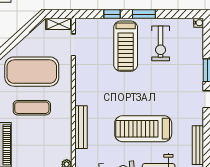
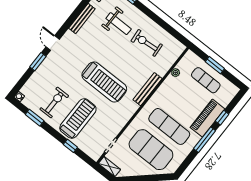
window: (144, 14) -> (35, 118), moved
exercise mat: (32, 108) -> (169, 126), width x1.36, depth x1.45
treadmill: (143, 129) -> (104, 82), moved

